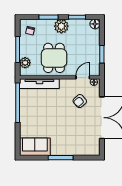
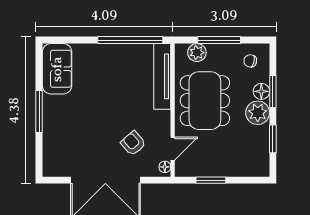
floor lamp: (95, 24) -> (261, 91), moved
dining table: (54, 58) -> (205, 101), width x1.38
door: (83, 77) -> (173, 149), hinge flipped

